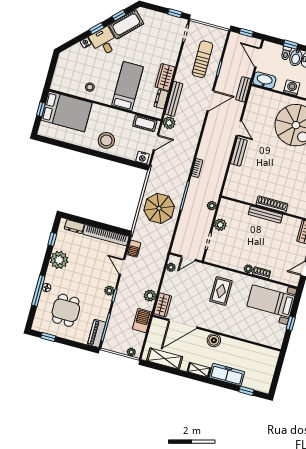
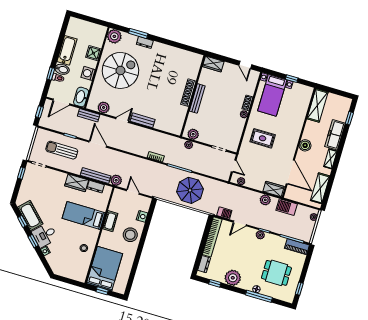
plant: (253, 107) -> (104, 107), added
cot: (145, 123) -> (110, 221), moved
nightstand: (143, 158) -> (142, 216), moved
plant: (220, 225) -> (193, 134), moved
shelving: (260, 354) -> (318, 105), added

